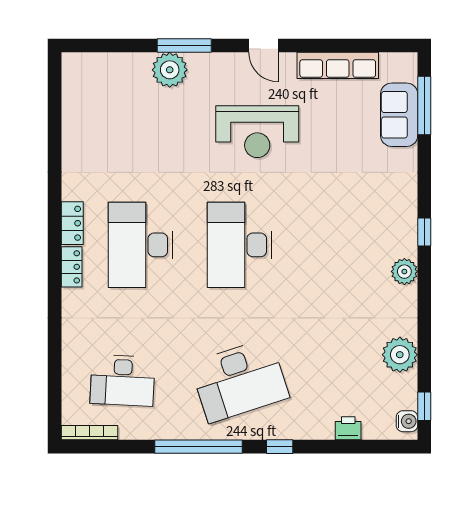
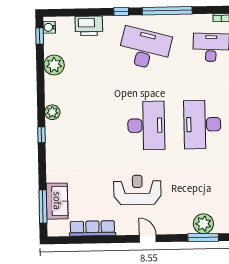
window: (184, 45) -> (203, 238), moved
door: (263, 45) -> (148, 239), moved
plant: (170, 70) -> (203, 224), moved
desk: (140, 245) -> (202, 124), turned 180
desk: (239, 380) -> (145, 49), turned 33
printer: (348, 428) -> (89, 26), width x1.87, depth x1.48

